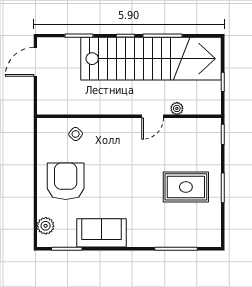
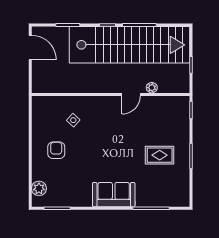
door: (35, 62) -> (30, 48), swing flipped
side table: (76, 134) -> (73, 120), moved
armchair: (66, 181) -> (56, 150), width x0.53, depth x0.53
rug: (186, 187) -> (160, 155), width x0.73, depth x0.70
sofa: (102, 233) -> (114, 195), moved

